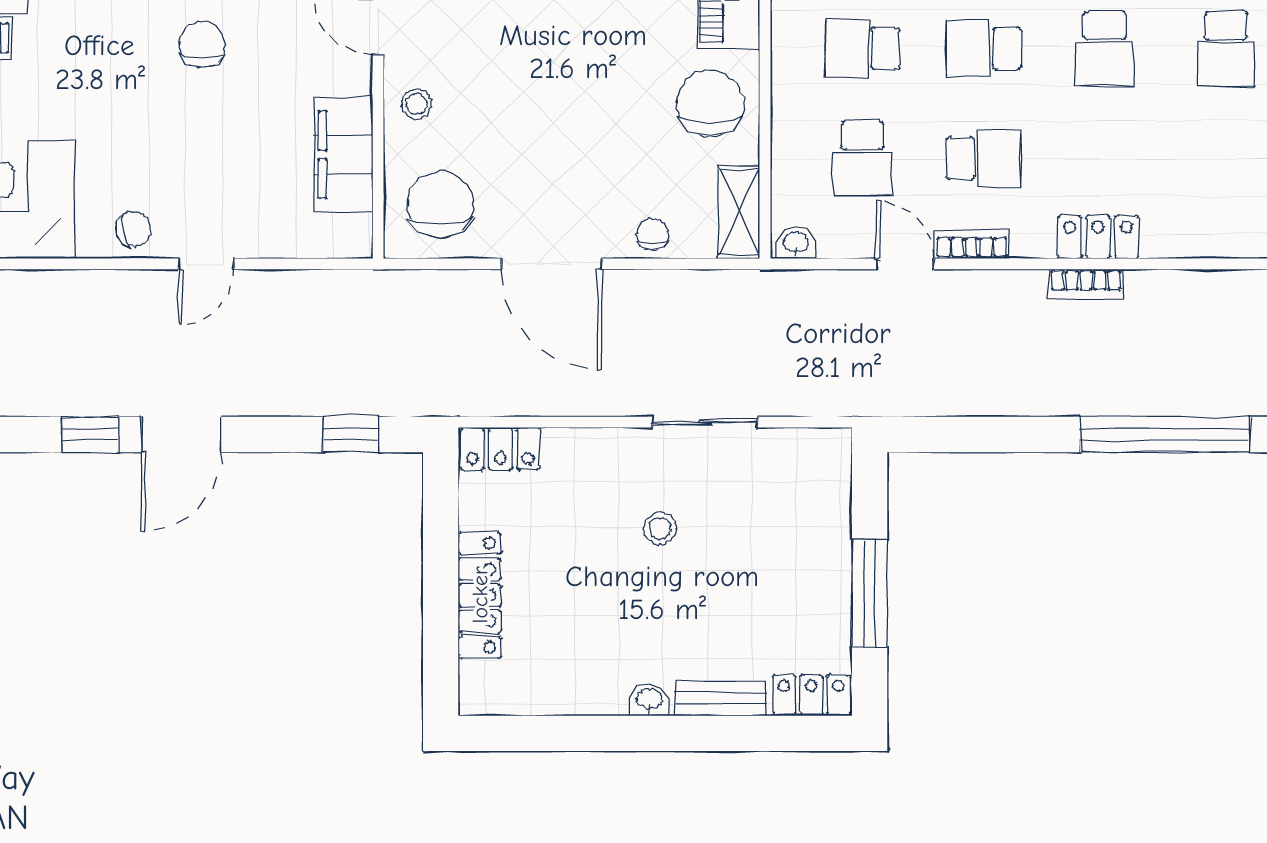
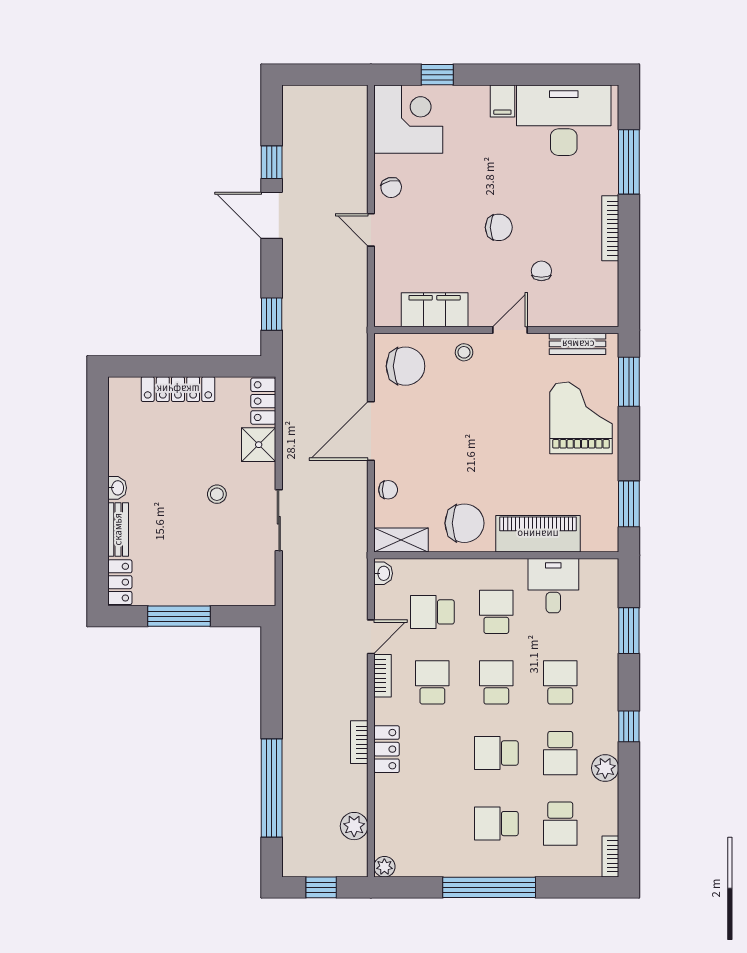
school desk: (984, 158) -> (432, 682), turned 180
plant: (1230, 293) -> (354, 826), added
shower: (575, 457) -> (259, 445), added

